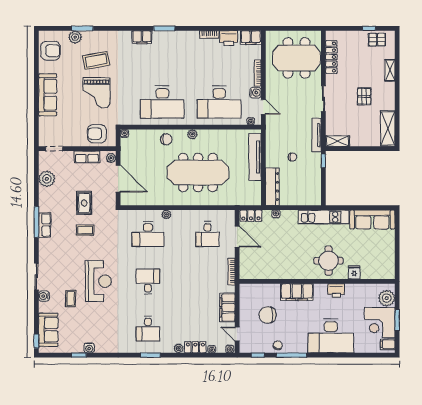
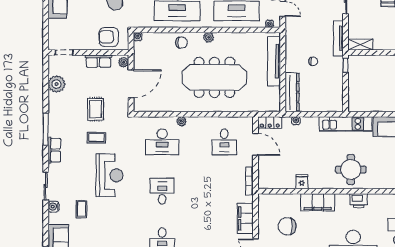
door: (118, 179) -> (131, 84), hinge flipped
row of seats: (45, 225) -> (54, 150), moved
fridge: (354, 272) -> (302, 182), moved
reception desk: (98, 281) -> (109, 175), moved

